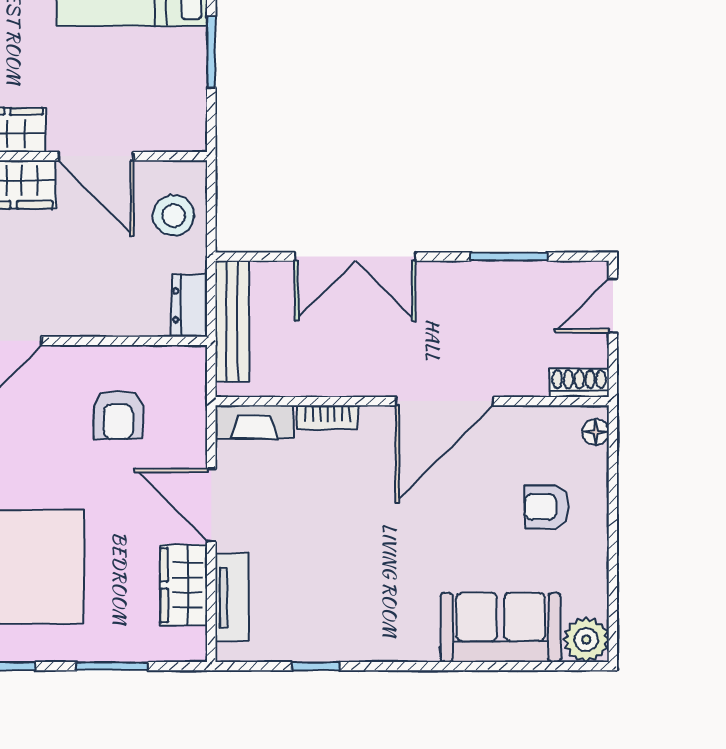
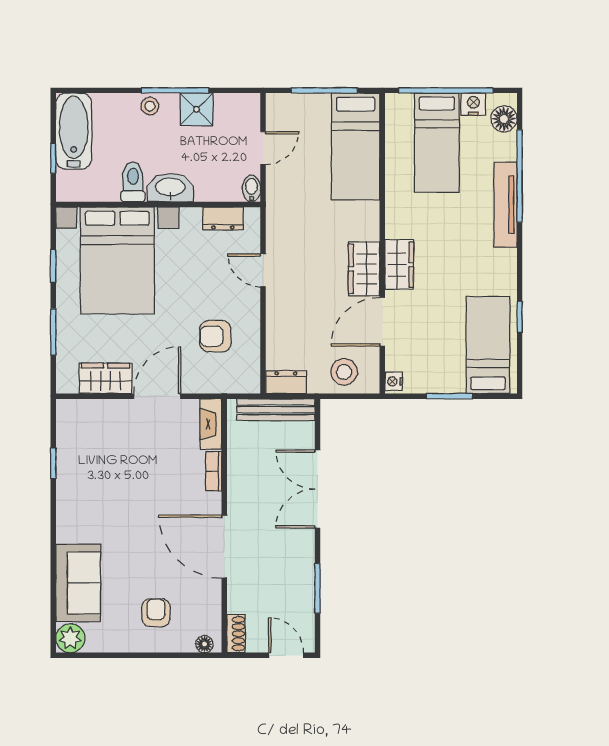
nightstand: (188, 139) -> (394, 381), added
tv unit: (232, 597) -> (97, 410), removed

